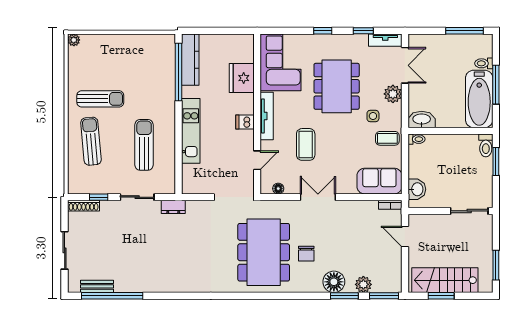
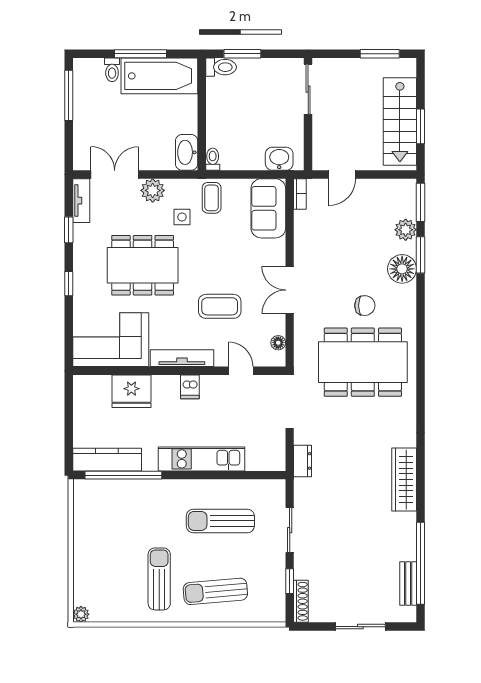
dresser: (173, 207) -> (303, 461), moved
wardrobe: (175, 283) -> (404, 480), added

